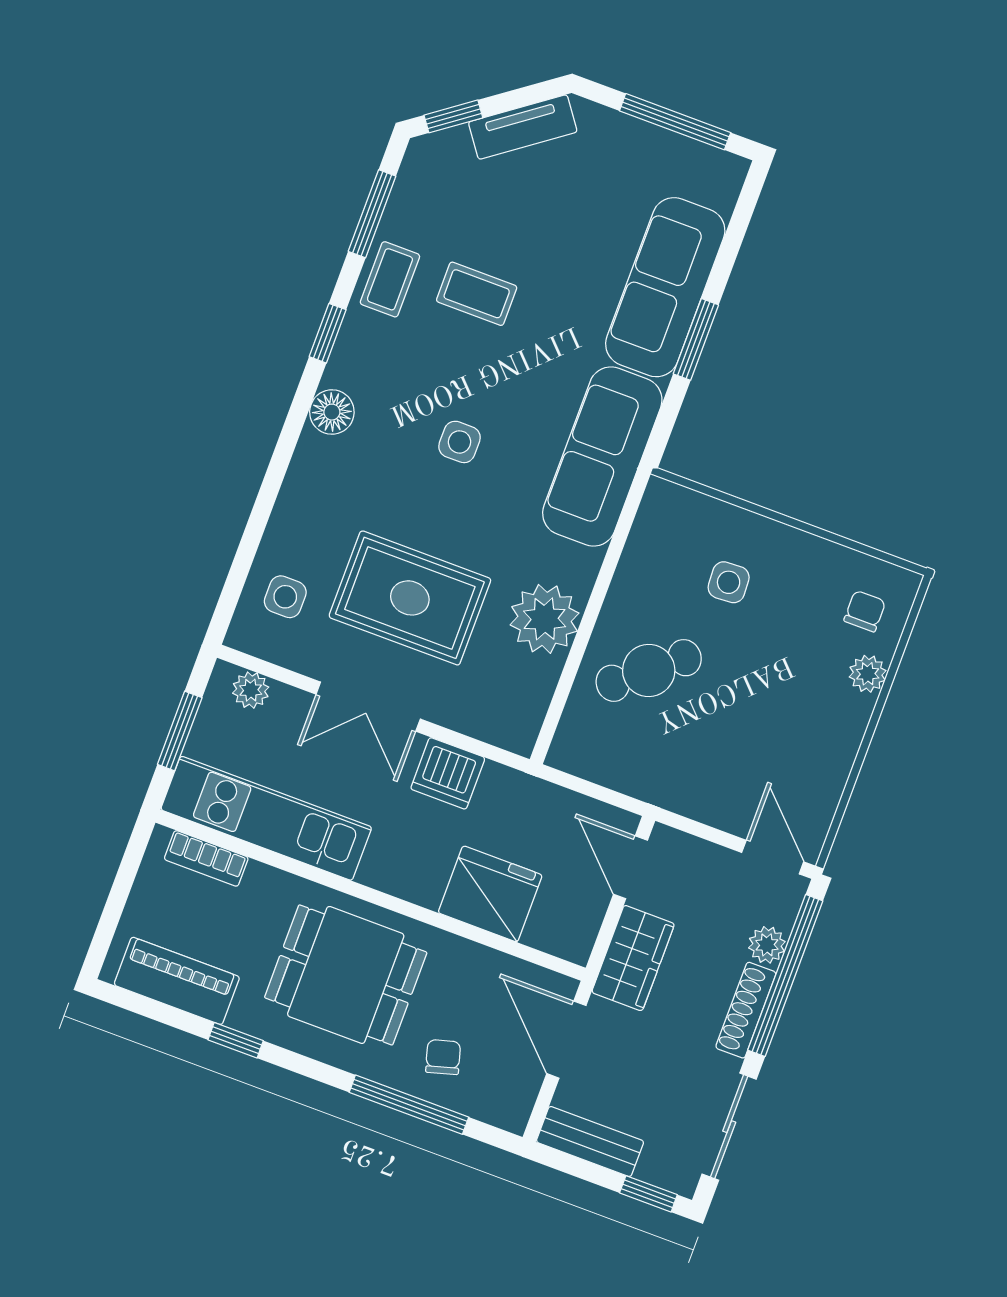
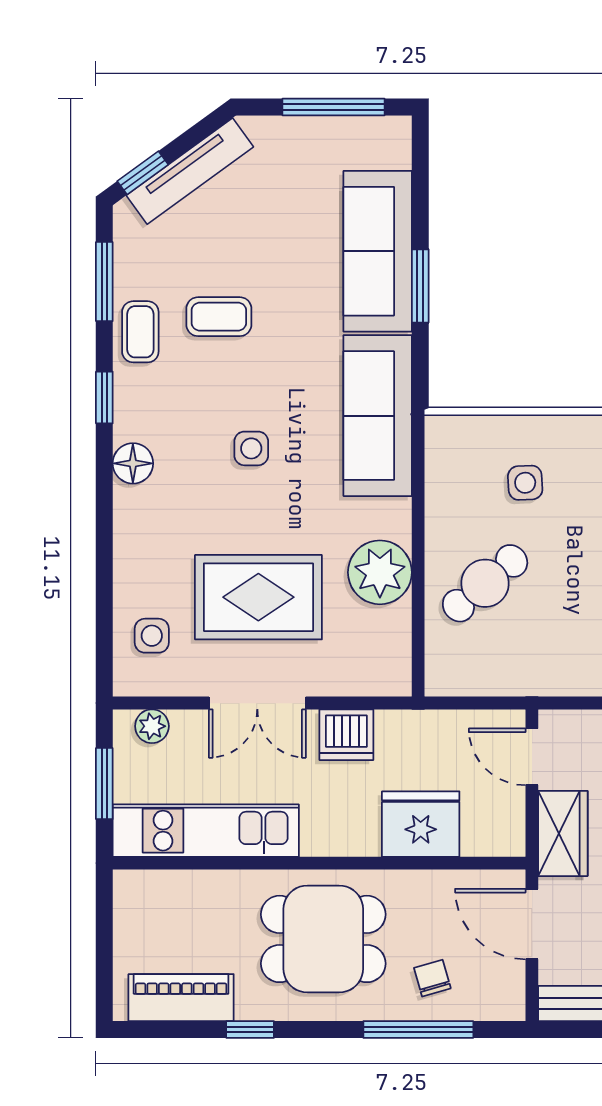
tv unit: (523, 127) -> (190, 171), width x1.41
bookcase: (206, 858) -> (167, 884), removed

